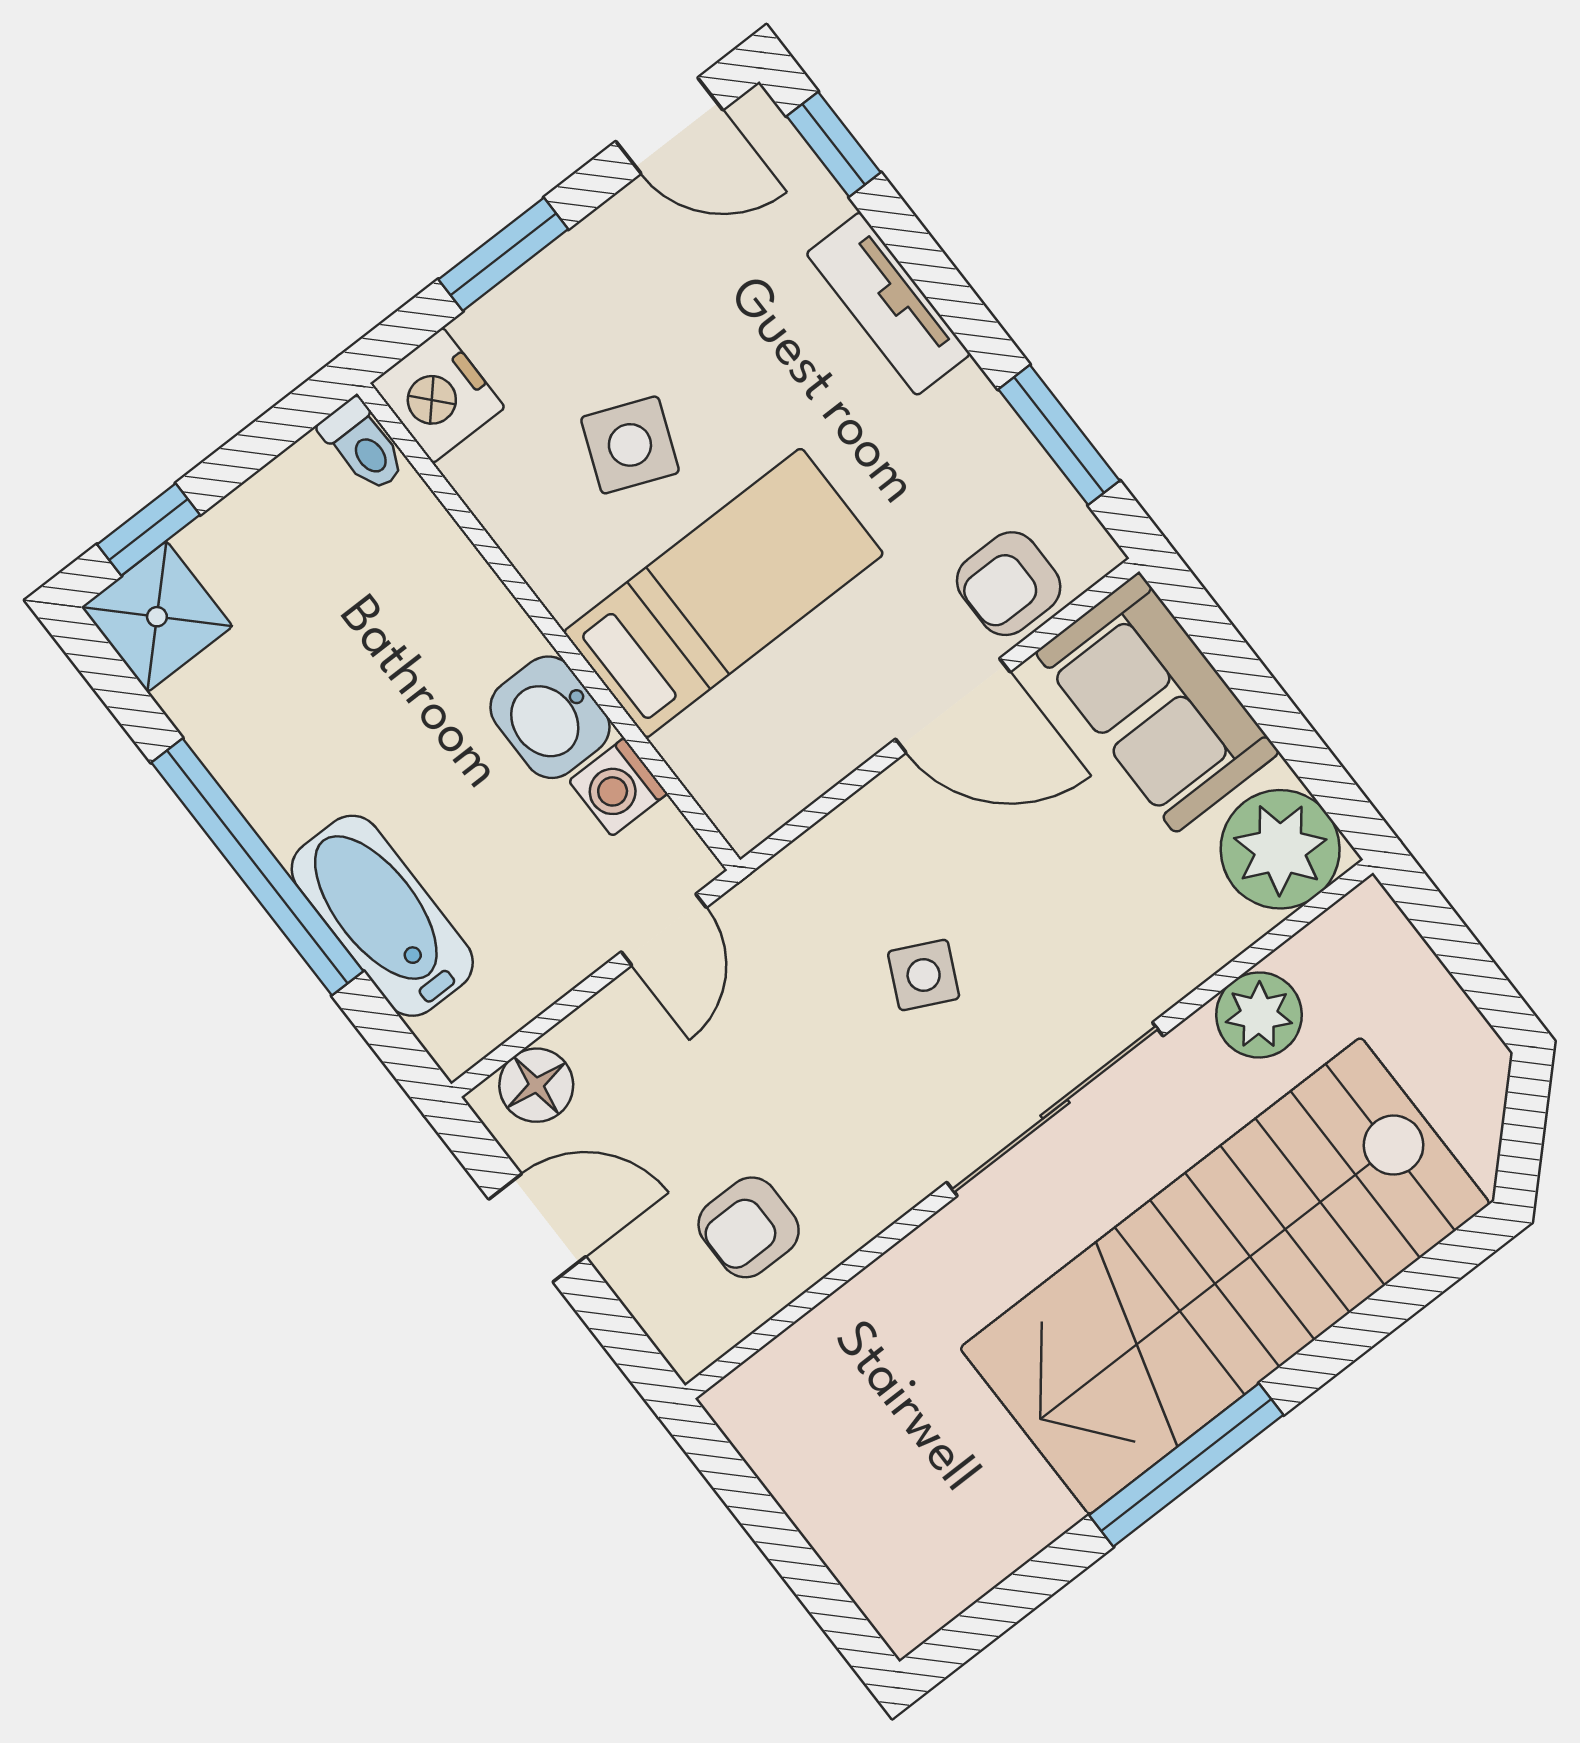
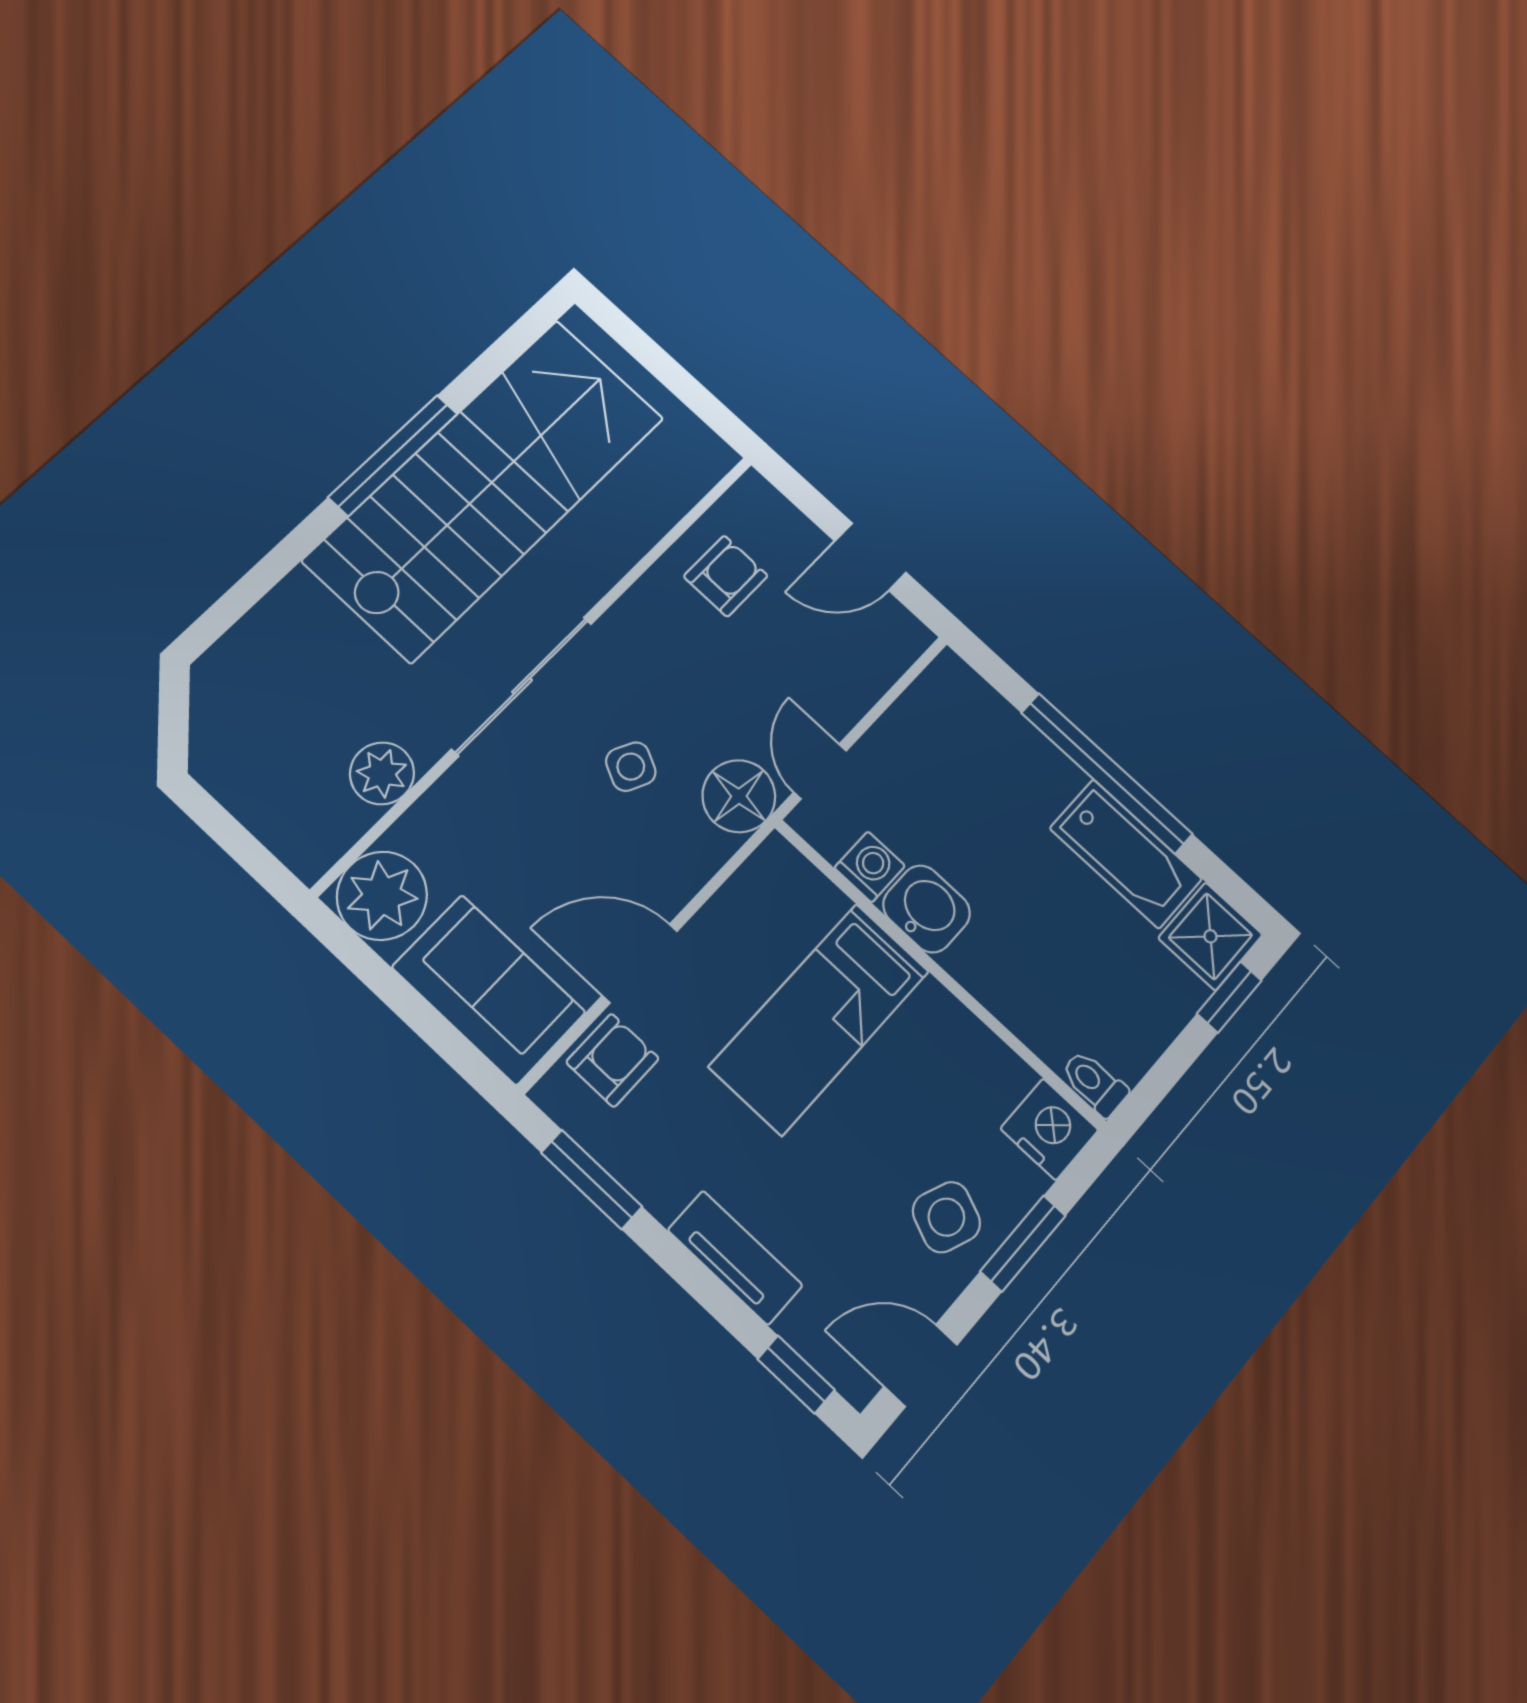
side table: (630, 445) -> (946, 1217), moved
bathtub: (382, 916) -> (1126, 854), moved
floor lamp: (536, 1085) -> (739, 796), moved, width x1.38, depth x1.38
stairs: (1225, 1276) -> (485, 489), moved

